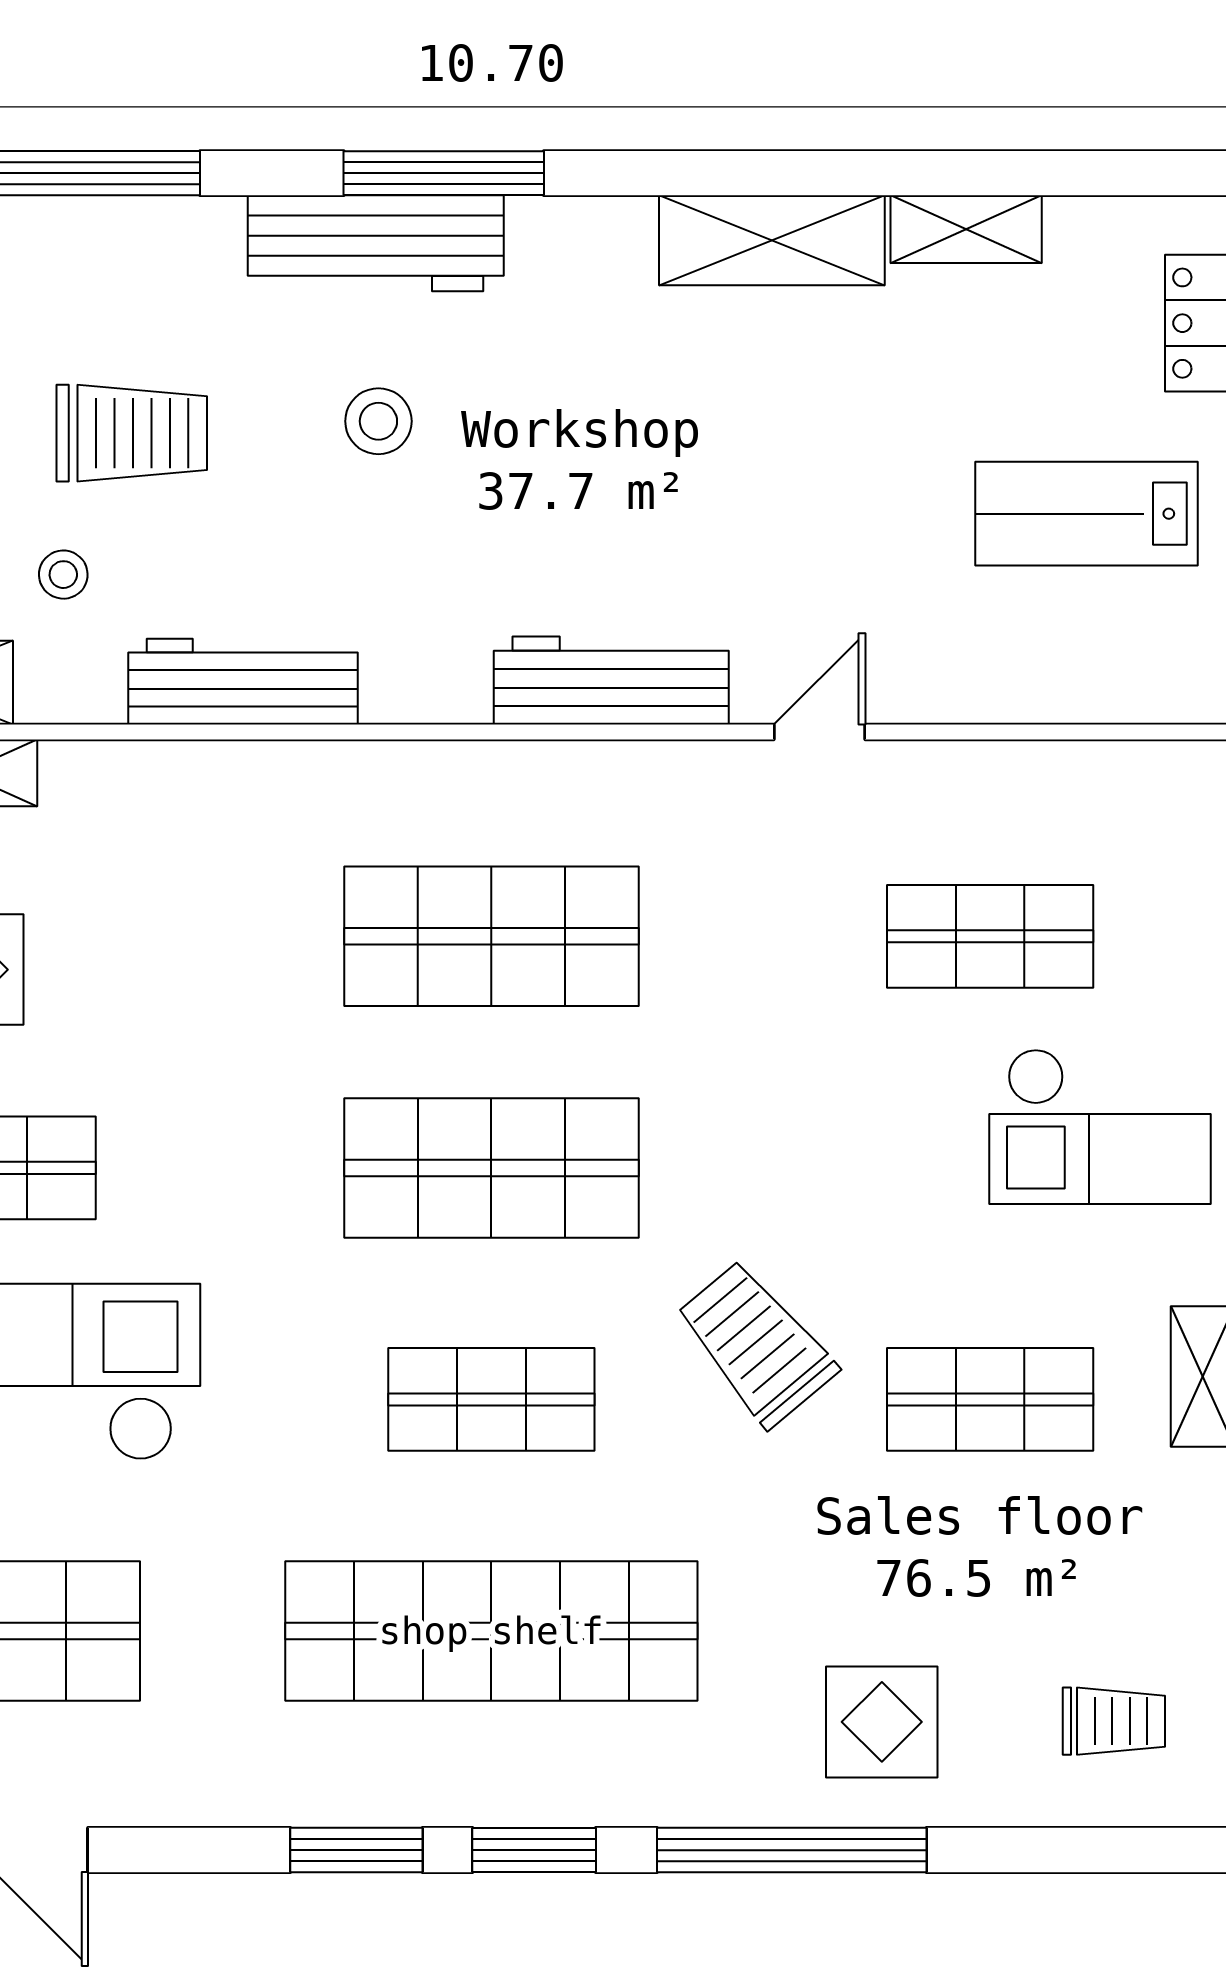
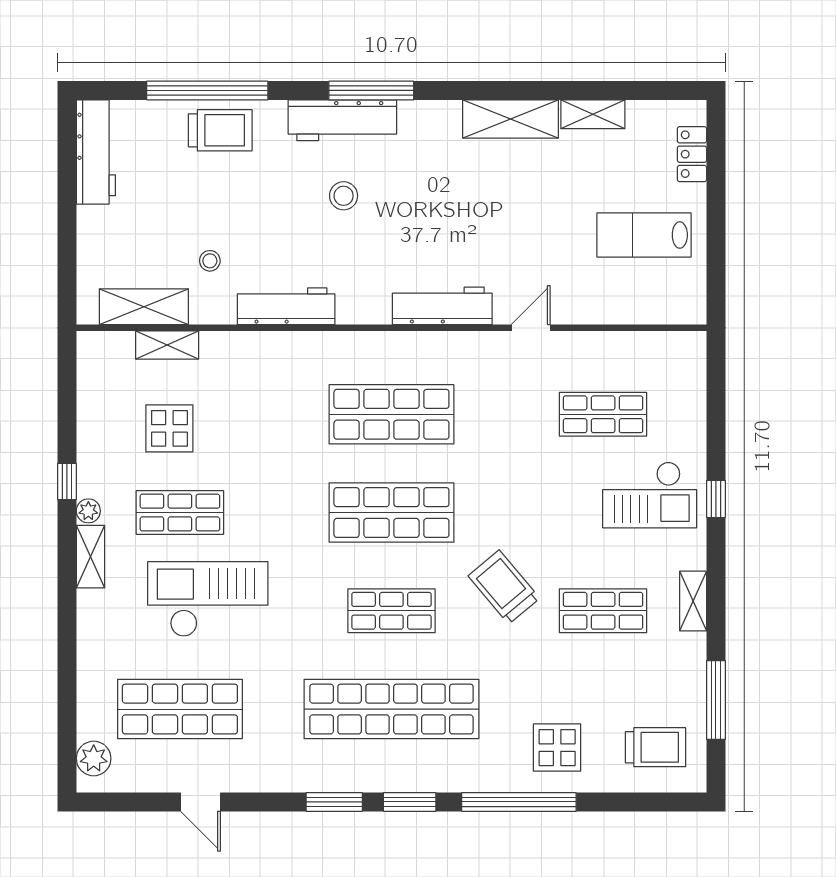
trolley: (132, 433) -> (220, 130), moved
trolley: (1114, 1721) -> (656, 747), width x1.36, depth x1.39

